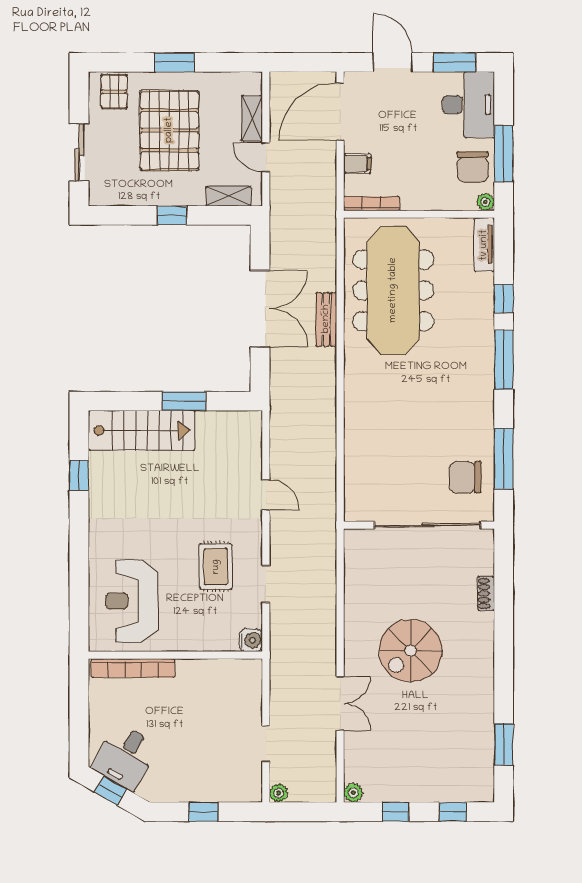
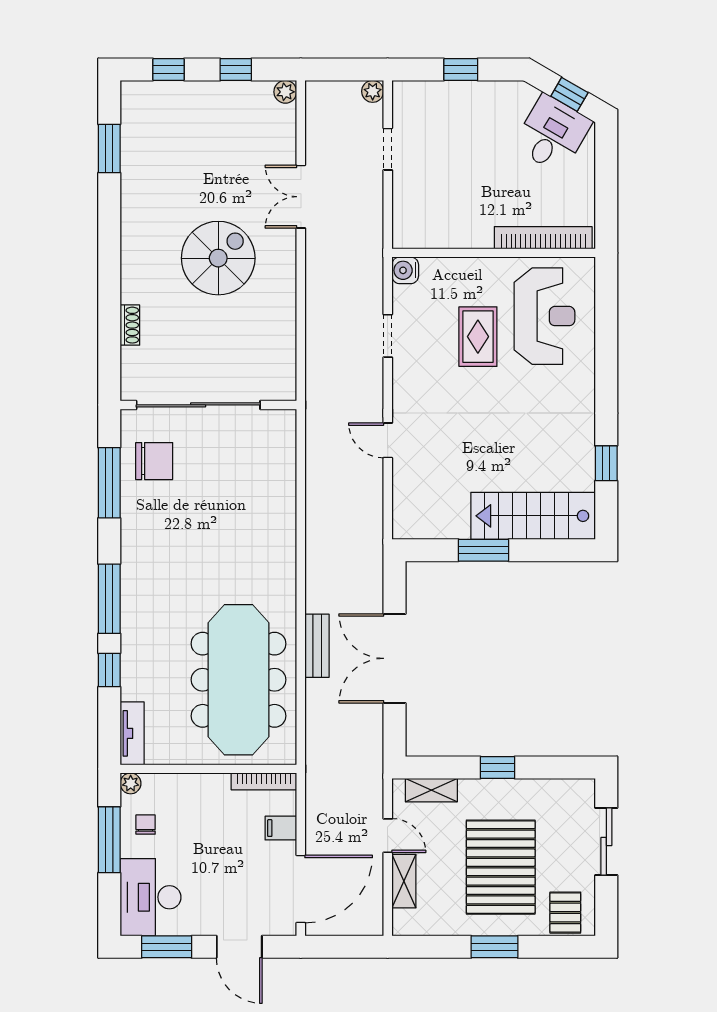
chair: (473, 167) -> (146, 825), width x0.54, depth x0.54
rug: (216, 567) -> (478, 337), moved

